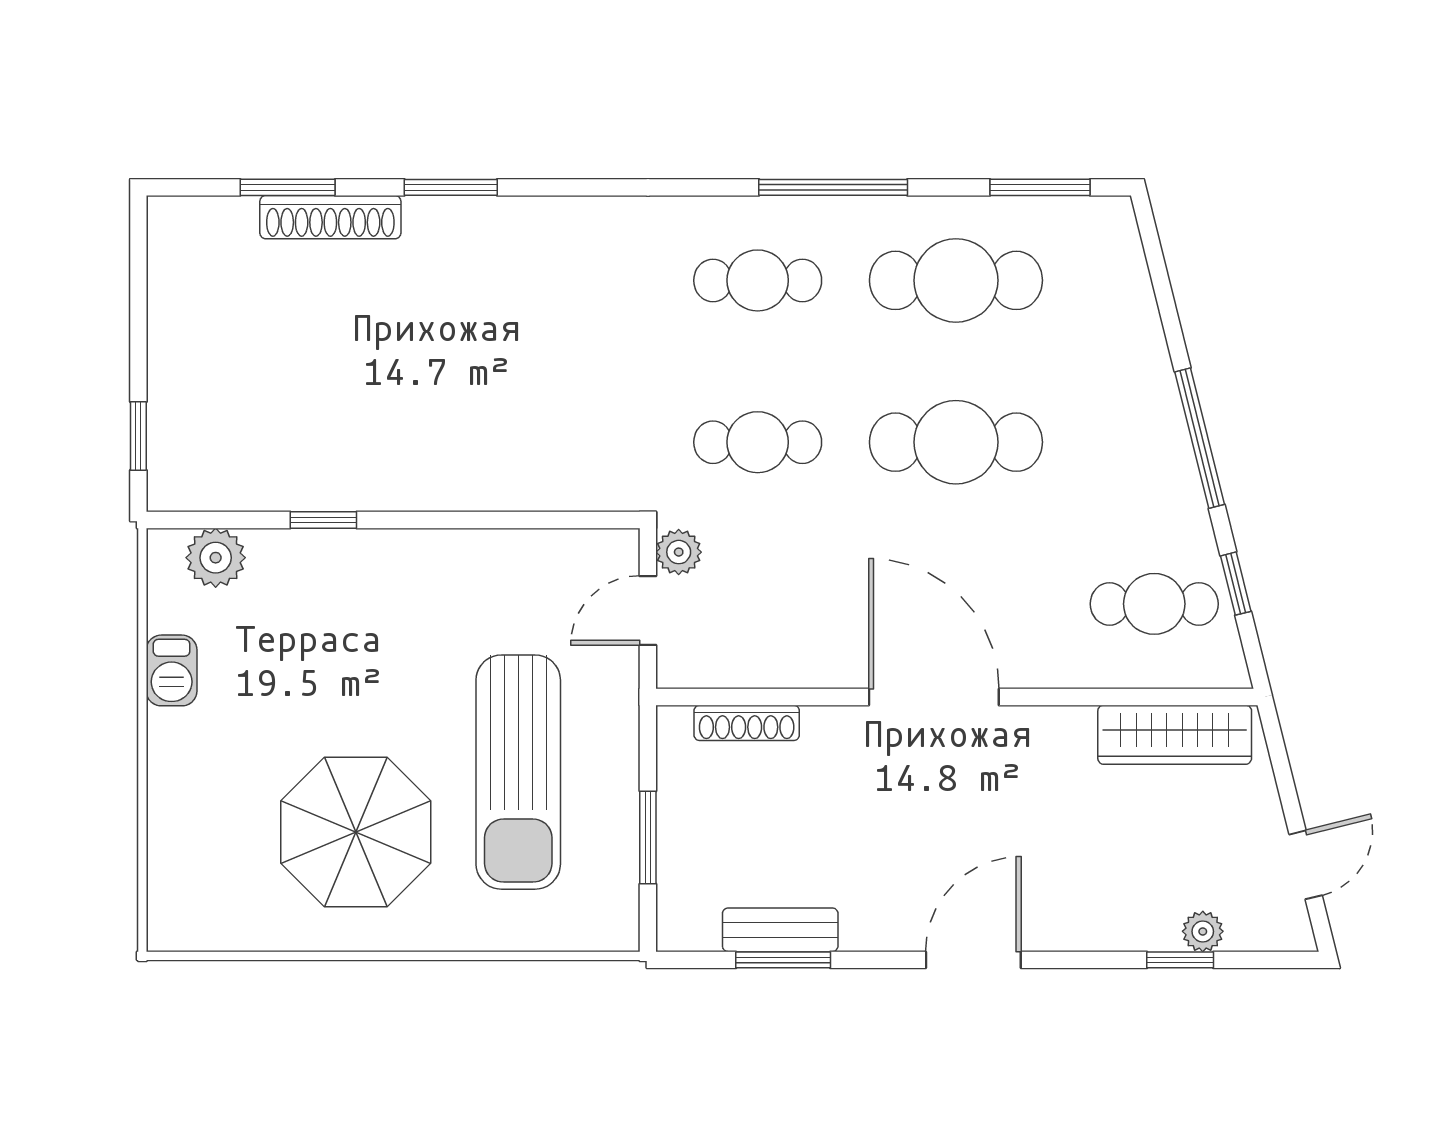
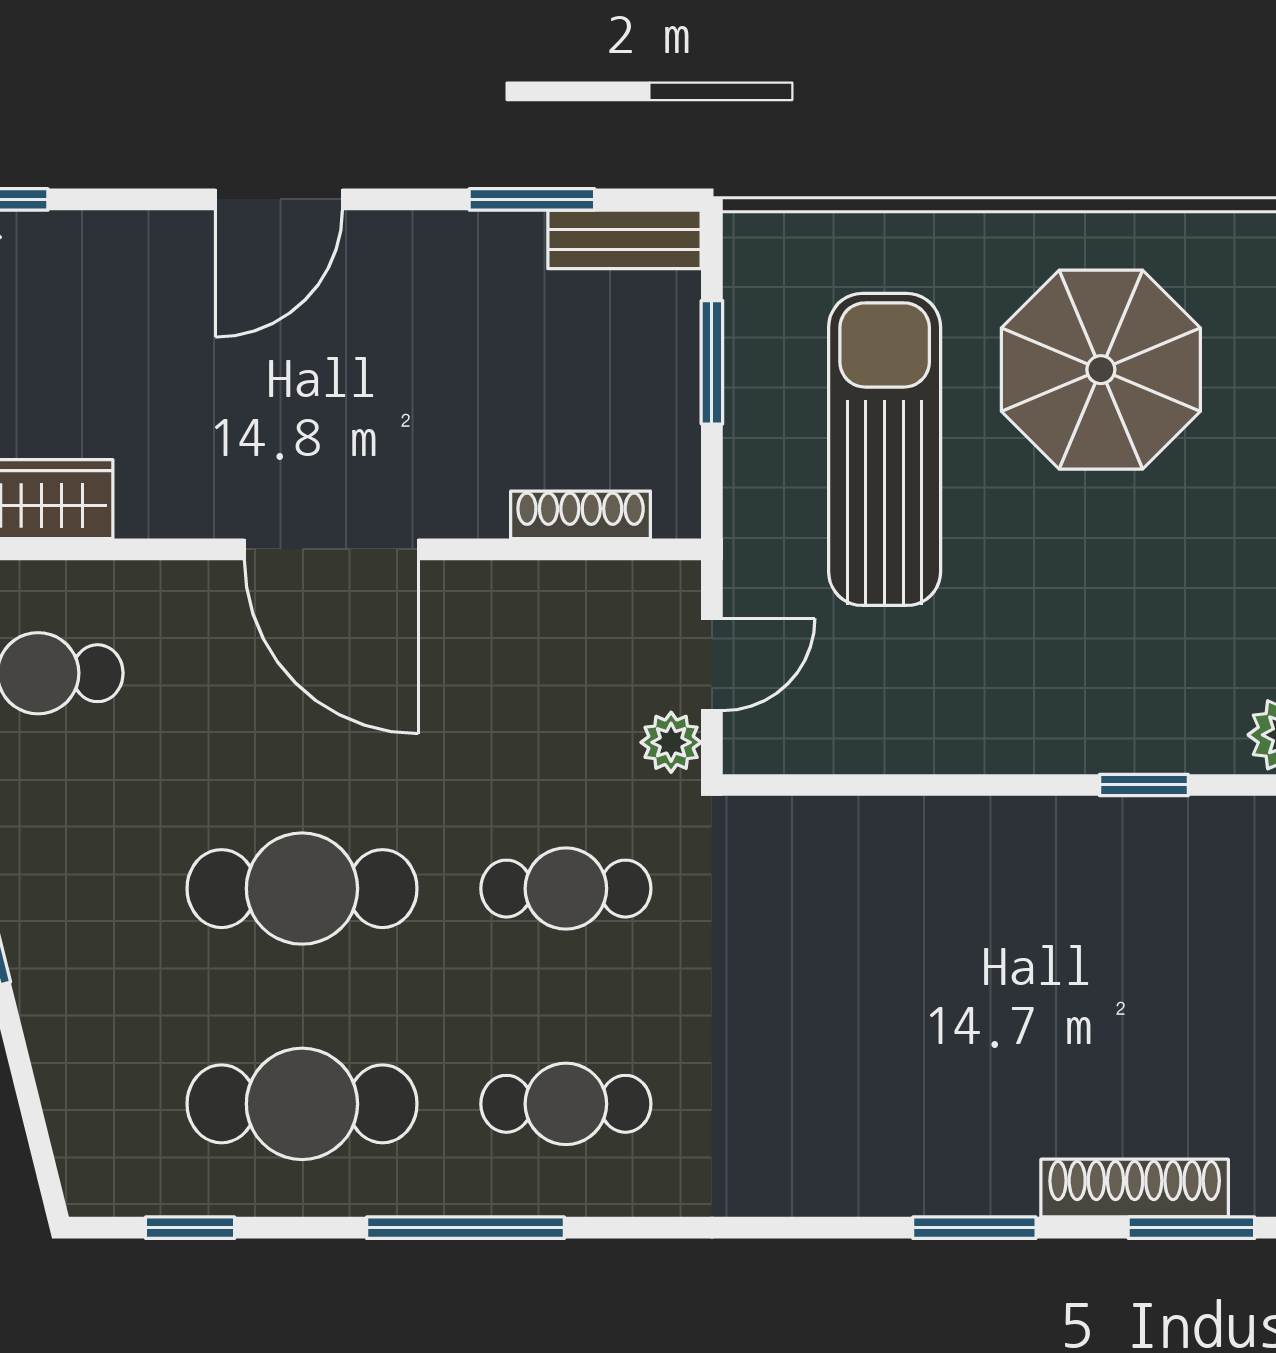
window: (1040, 187) -> (190, 1228), width x0.67
bench: (780, 930) -> (625, 239), moved

